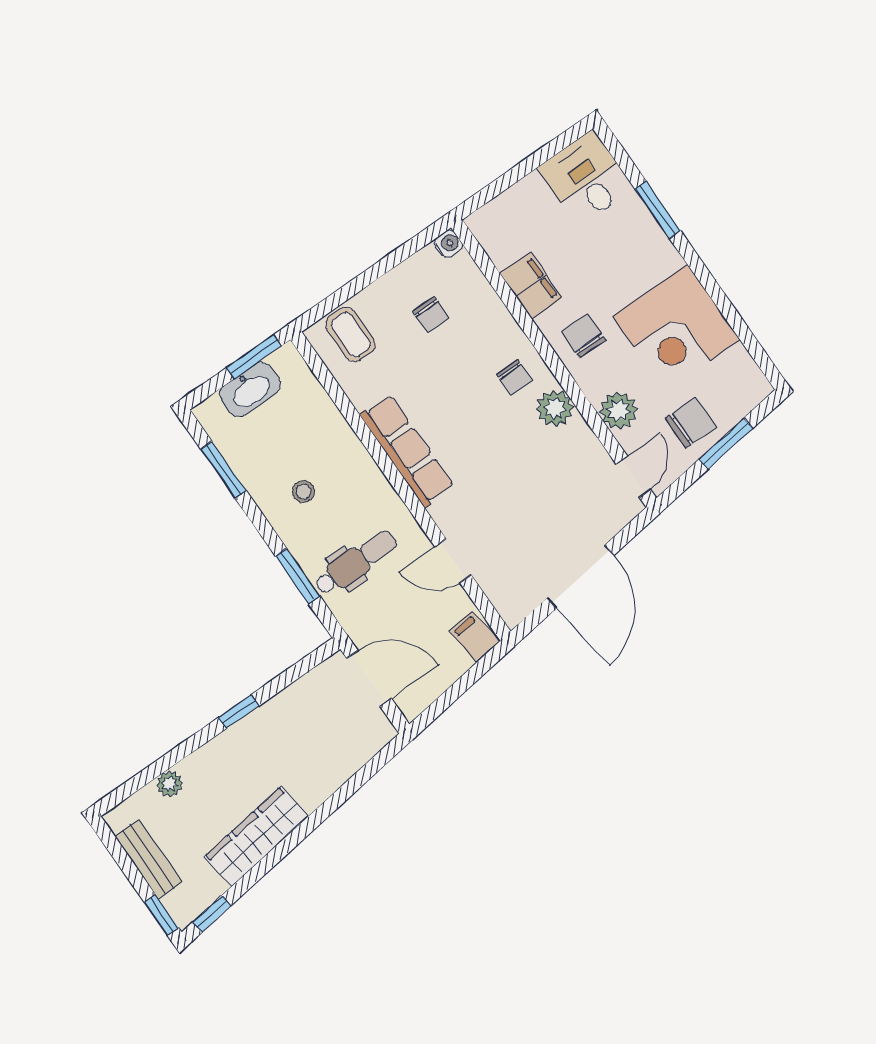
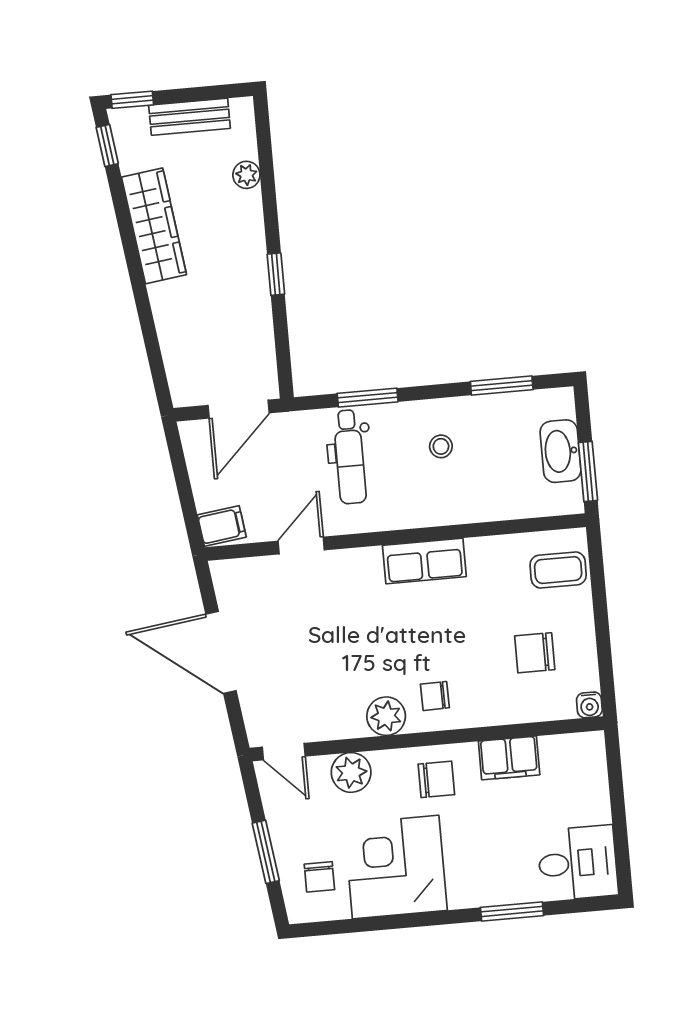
chair: (431, 314) -> (535, 653), width x1.37, depth x1.37
chair: (691, 423) -> (319, 877), moved, width x0.73, depth x0.73
row of seats: (407, 451) -> (424, 561), width x0.68

